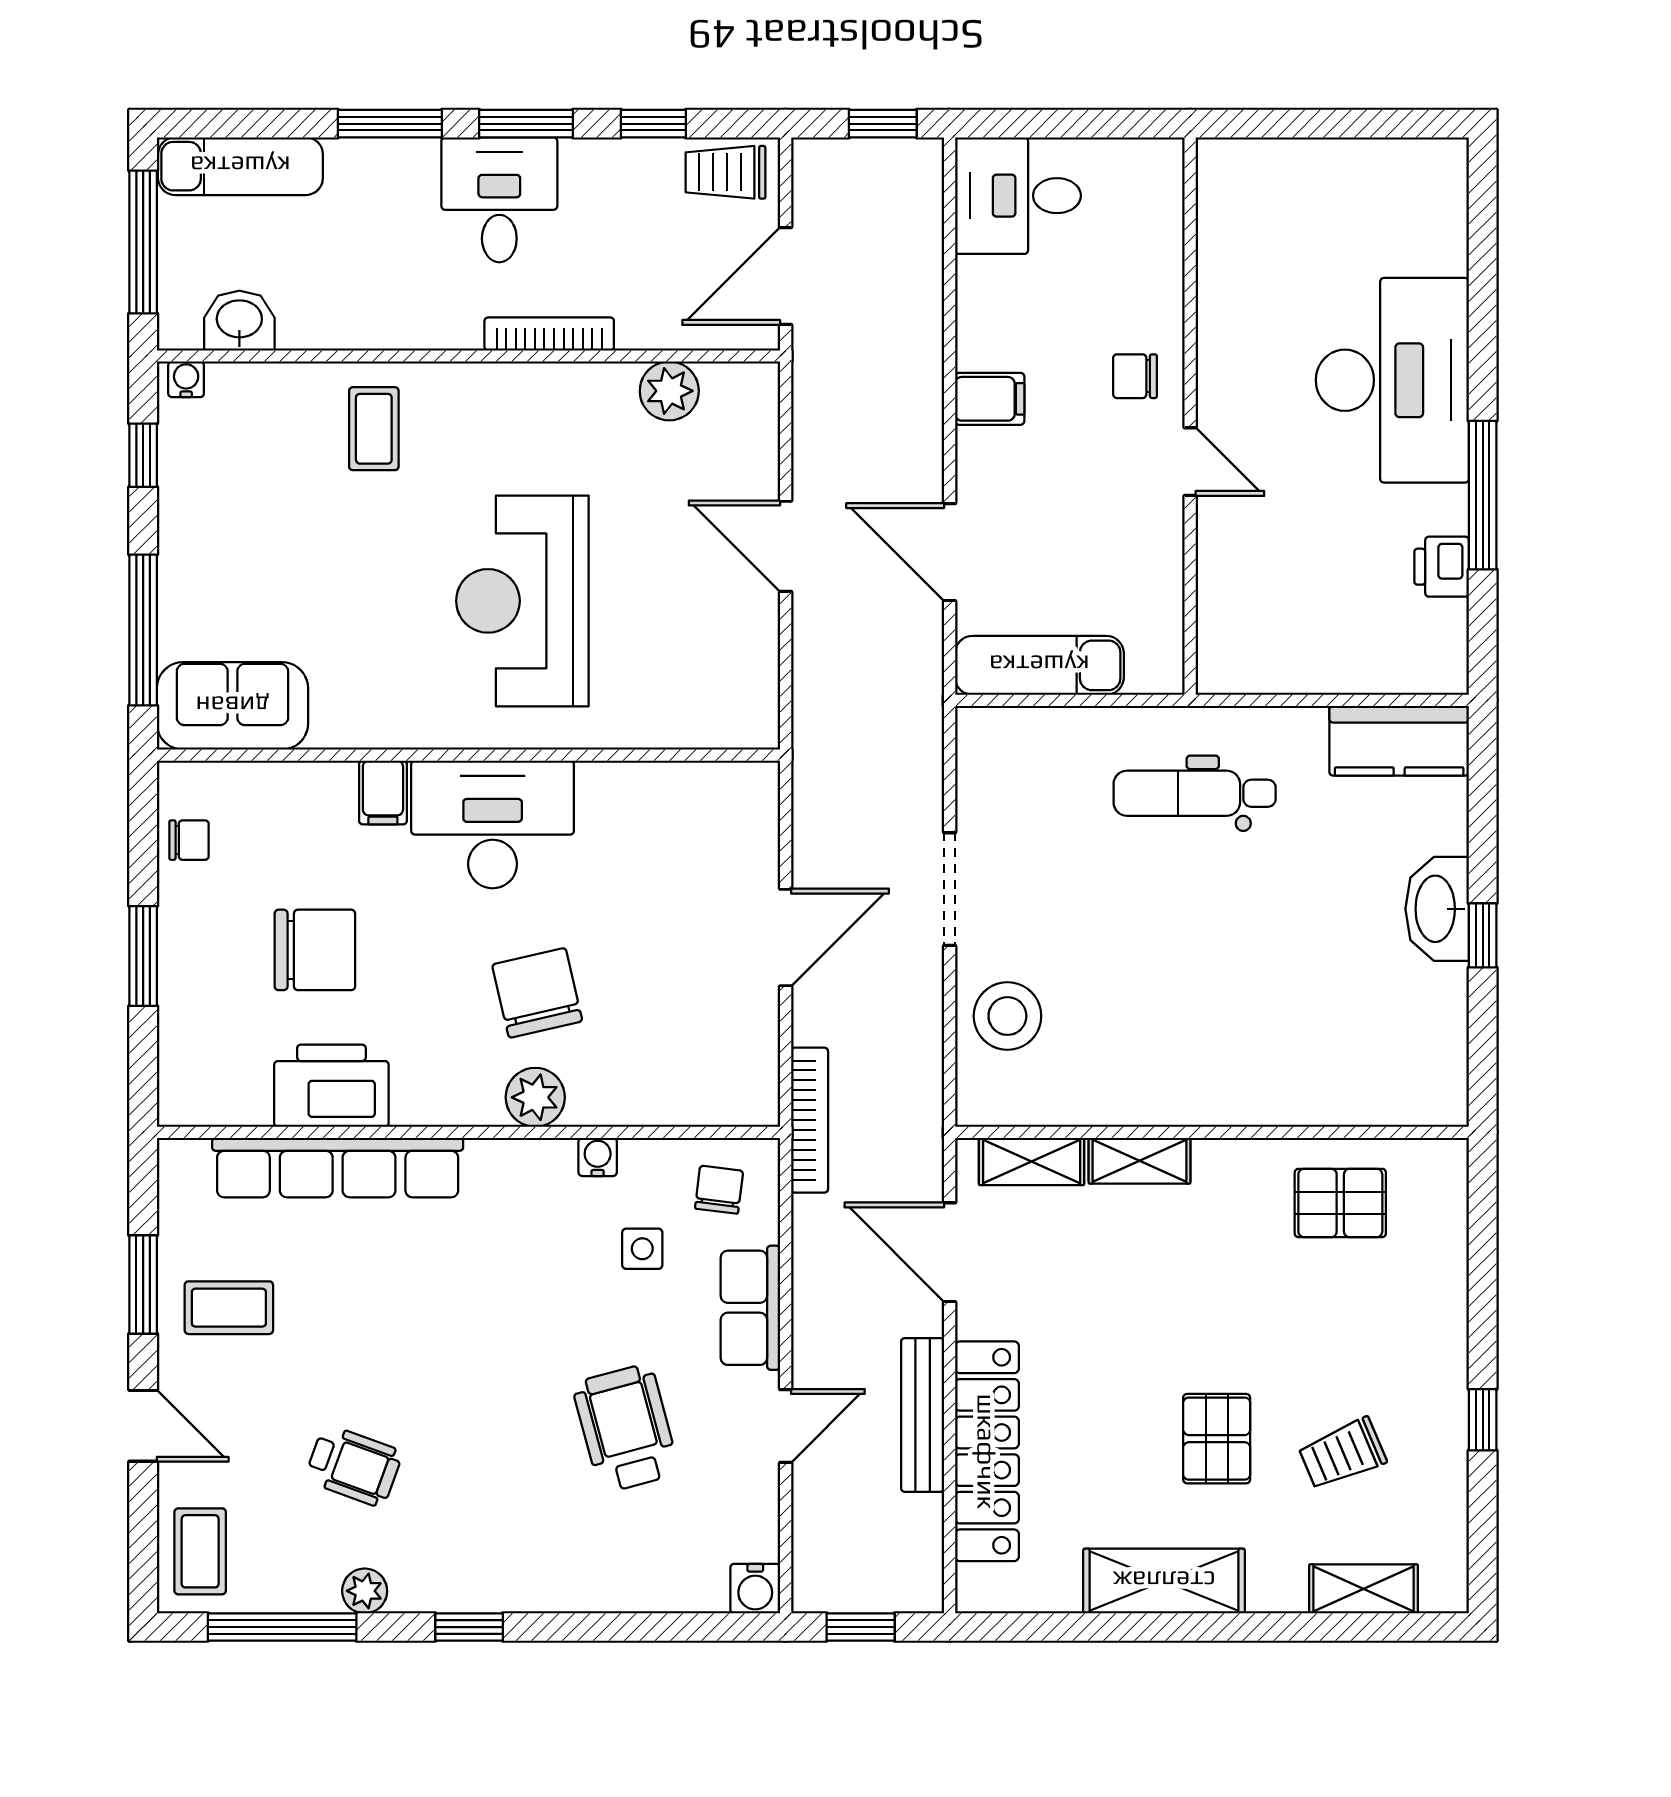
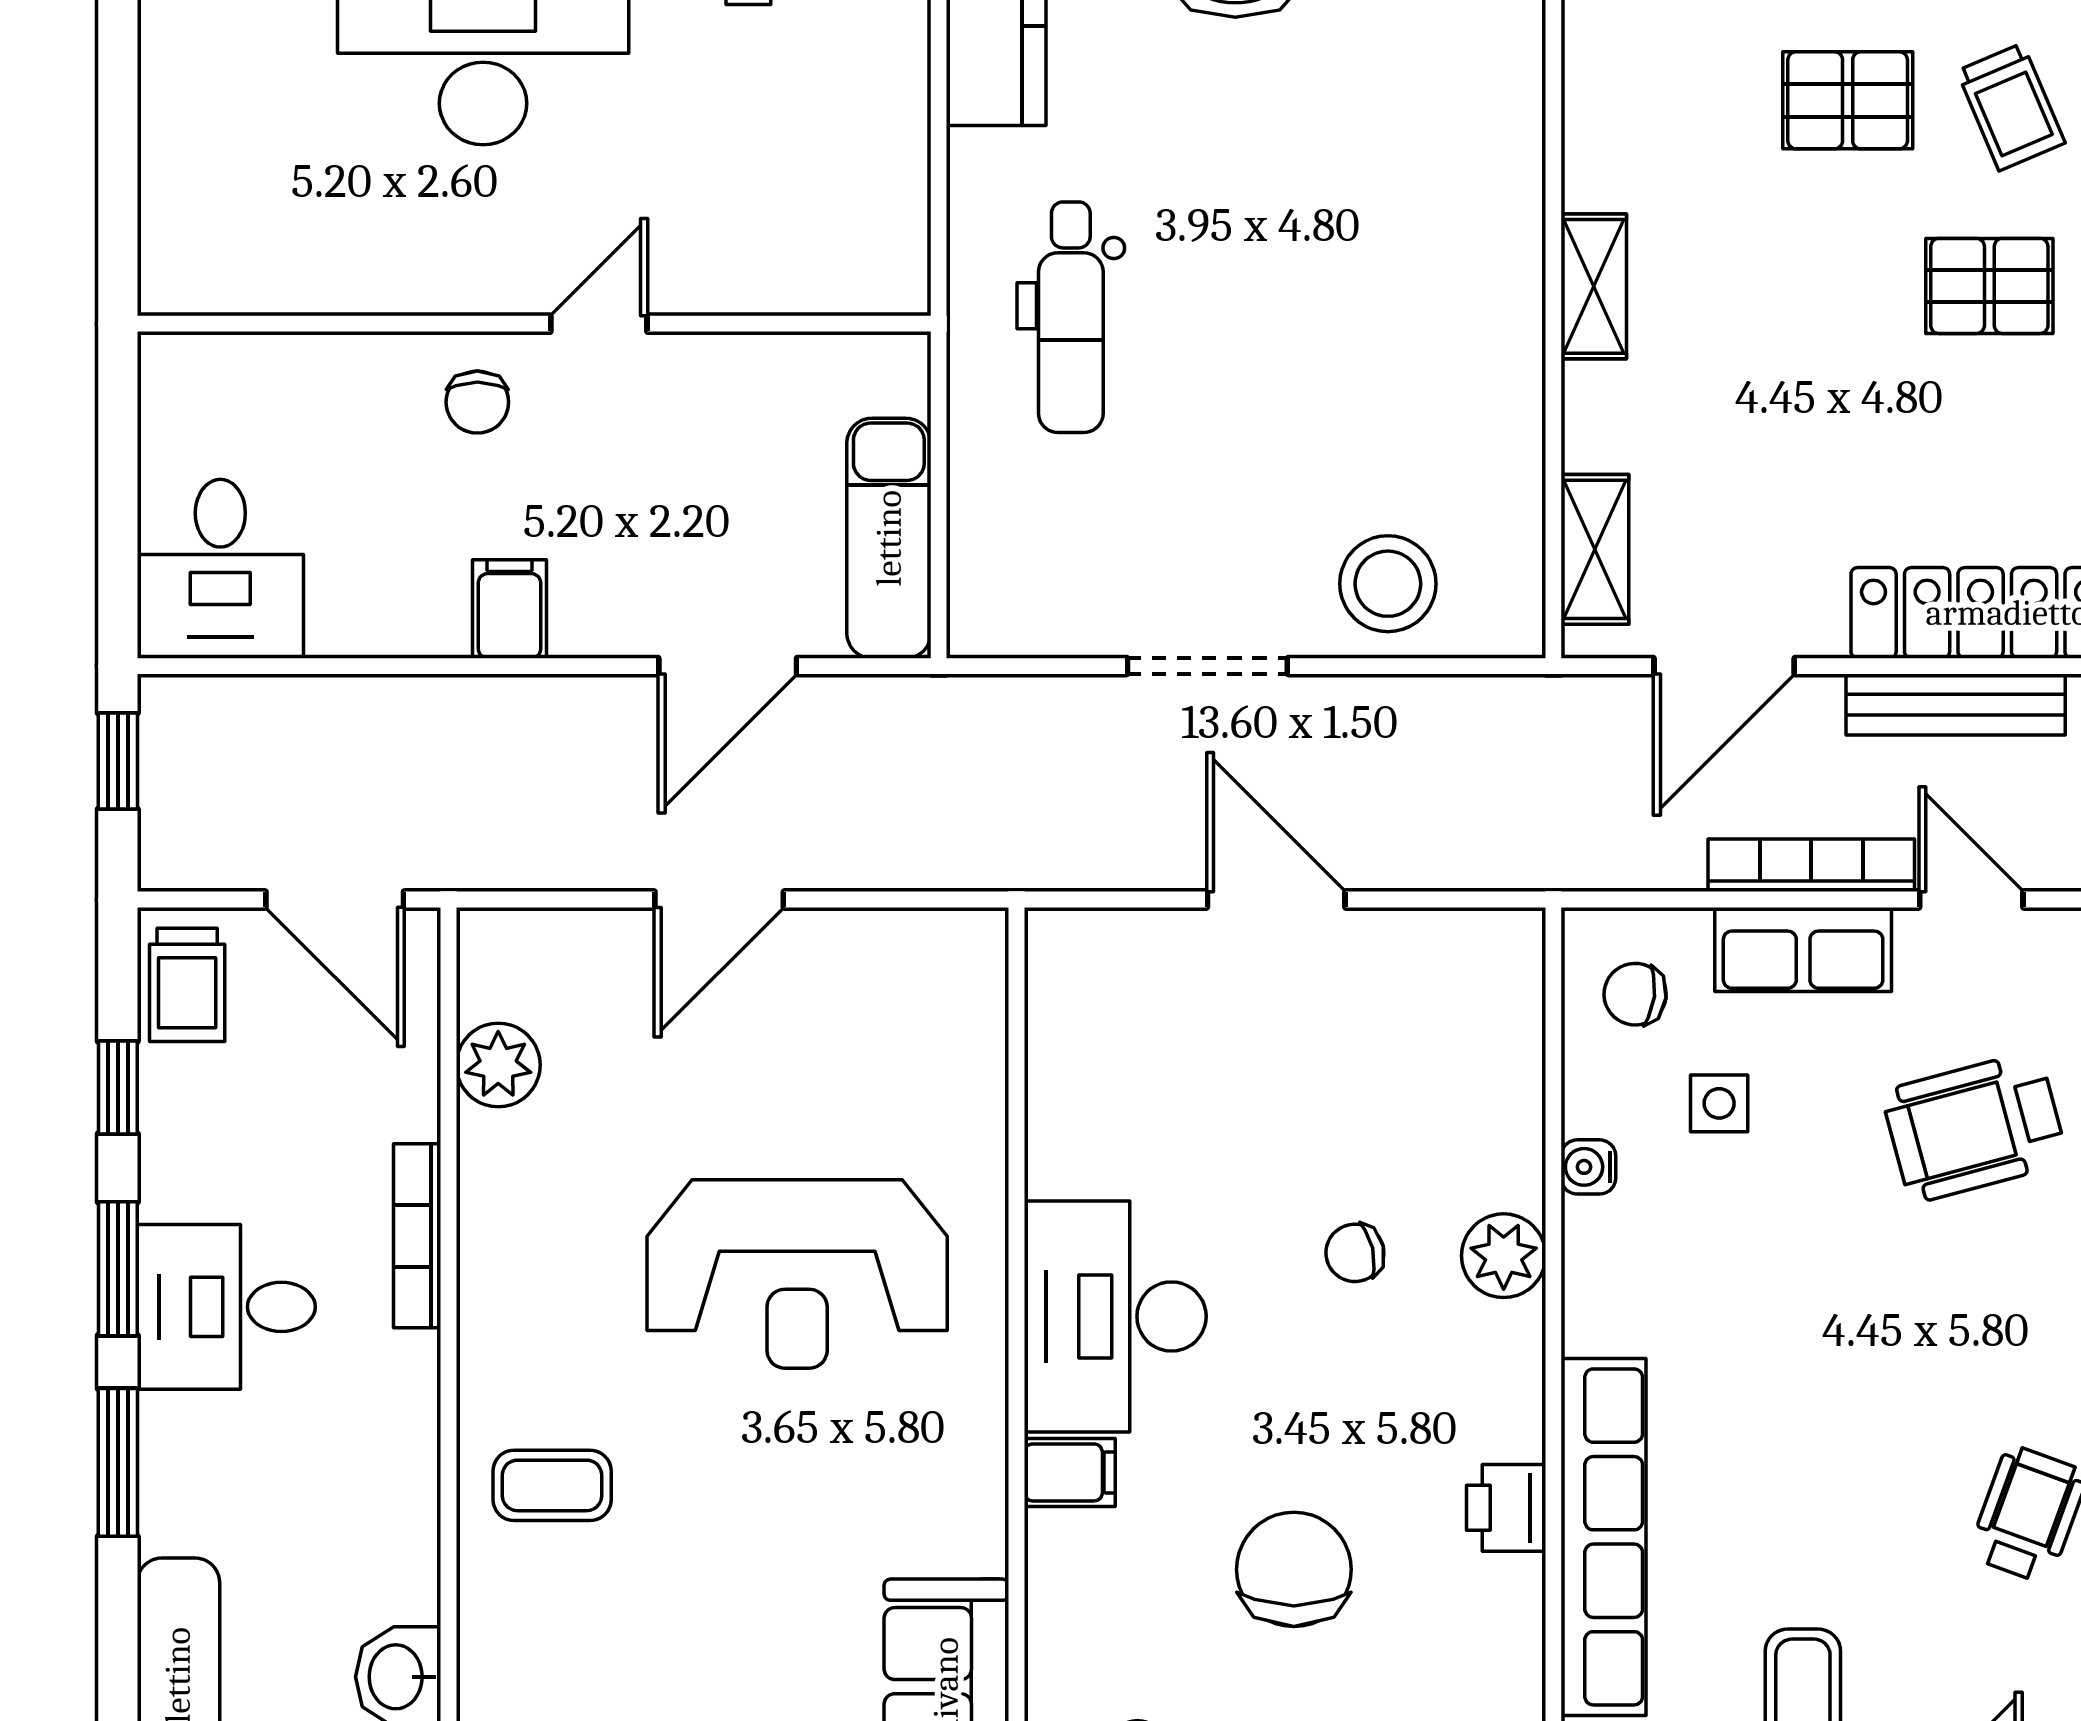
chair: (537, 993) -> (1355, 1253), width x0.54, depth x0.54
printer: (331, 1086) -> (1506, 1508), width x0.53, depth x0.68
bookcase: (810, 1120) -> (1811, 865), moved
shelving: (1140, 1161) -> (1594, 286), moved
pallet: (1340, 1203) -> (1848, 100), moved, turned 90

